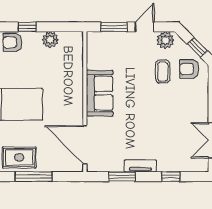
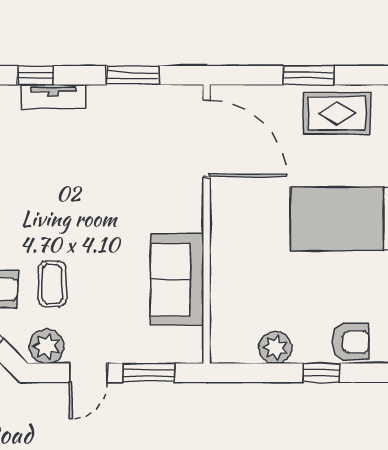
sofa: (100, 93) -> (177, 280), moved
tv unit: (140, 166) -> (53, 96), moved
window: (34, 177) -> (308, 75), width x0.69

